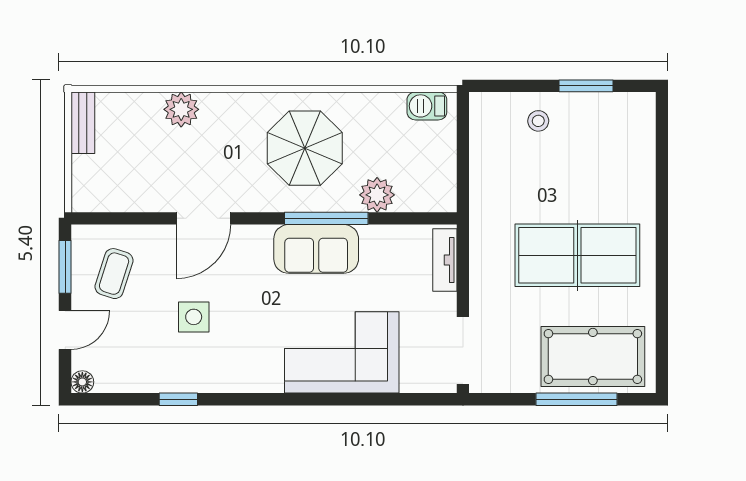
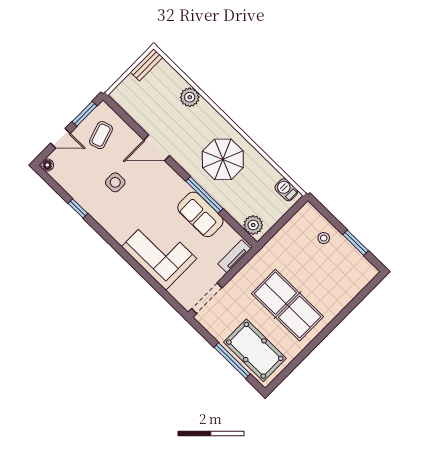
plant: (377, 195) -> (253, 225), moved
sofa: (316, 249) -> (200, 214), moved
coffee table: (114, 274) -> (101, 135), turned -36

